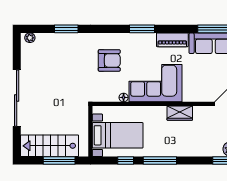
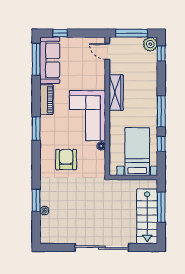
plant: (30, 38) -> (45, 211), moved
wardrobe: (180, 113) -> (116, 93), width x1.50

